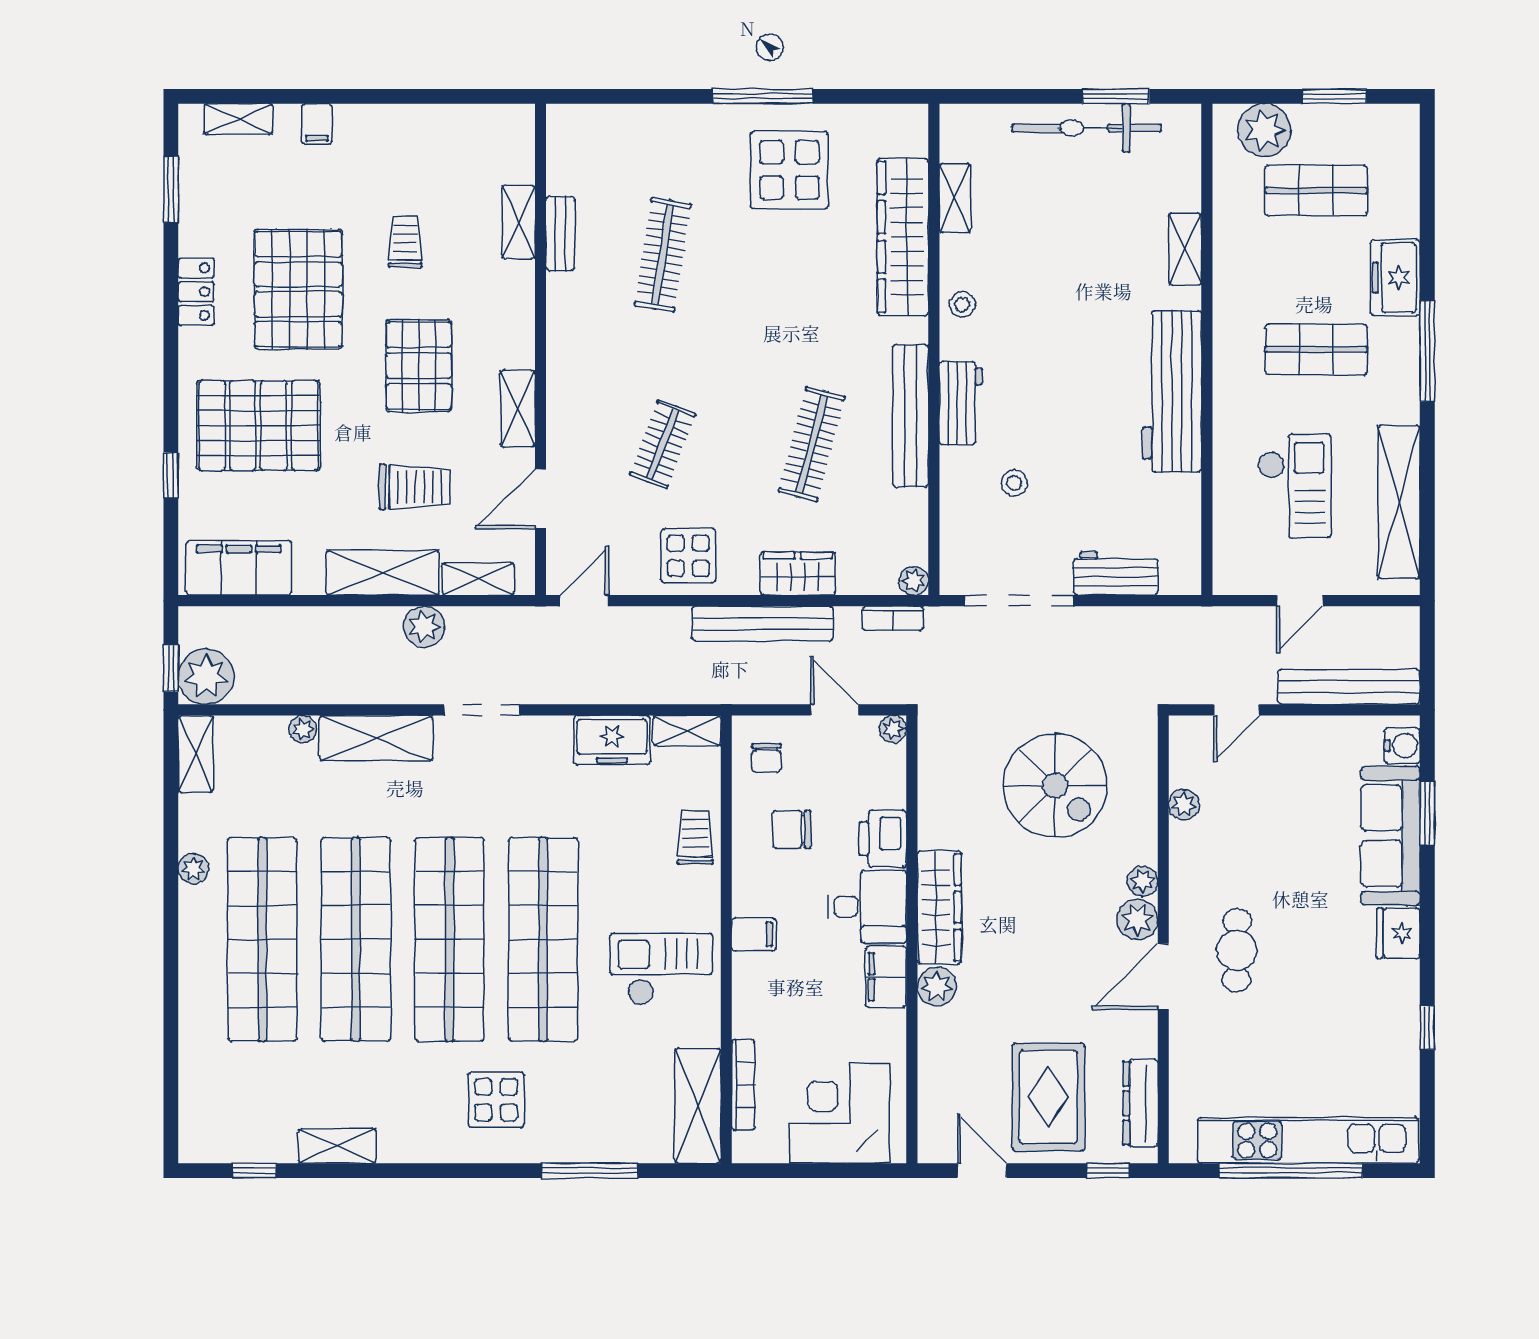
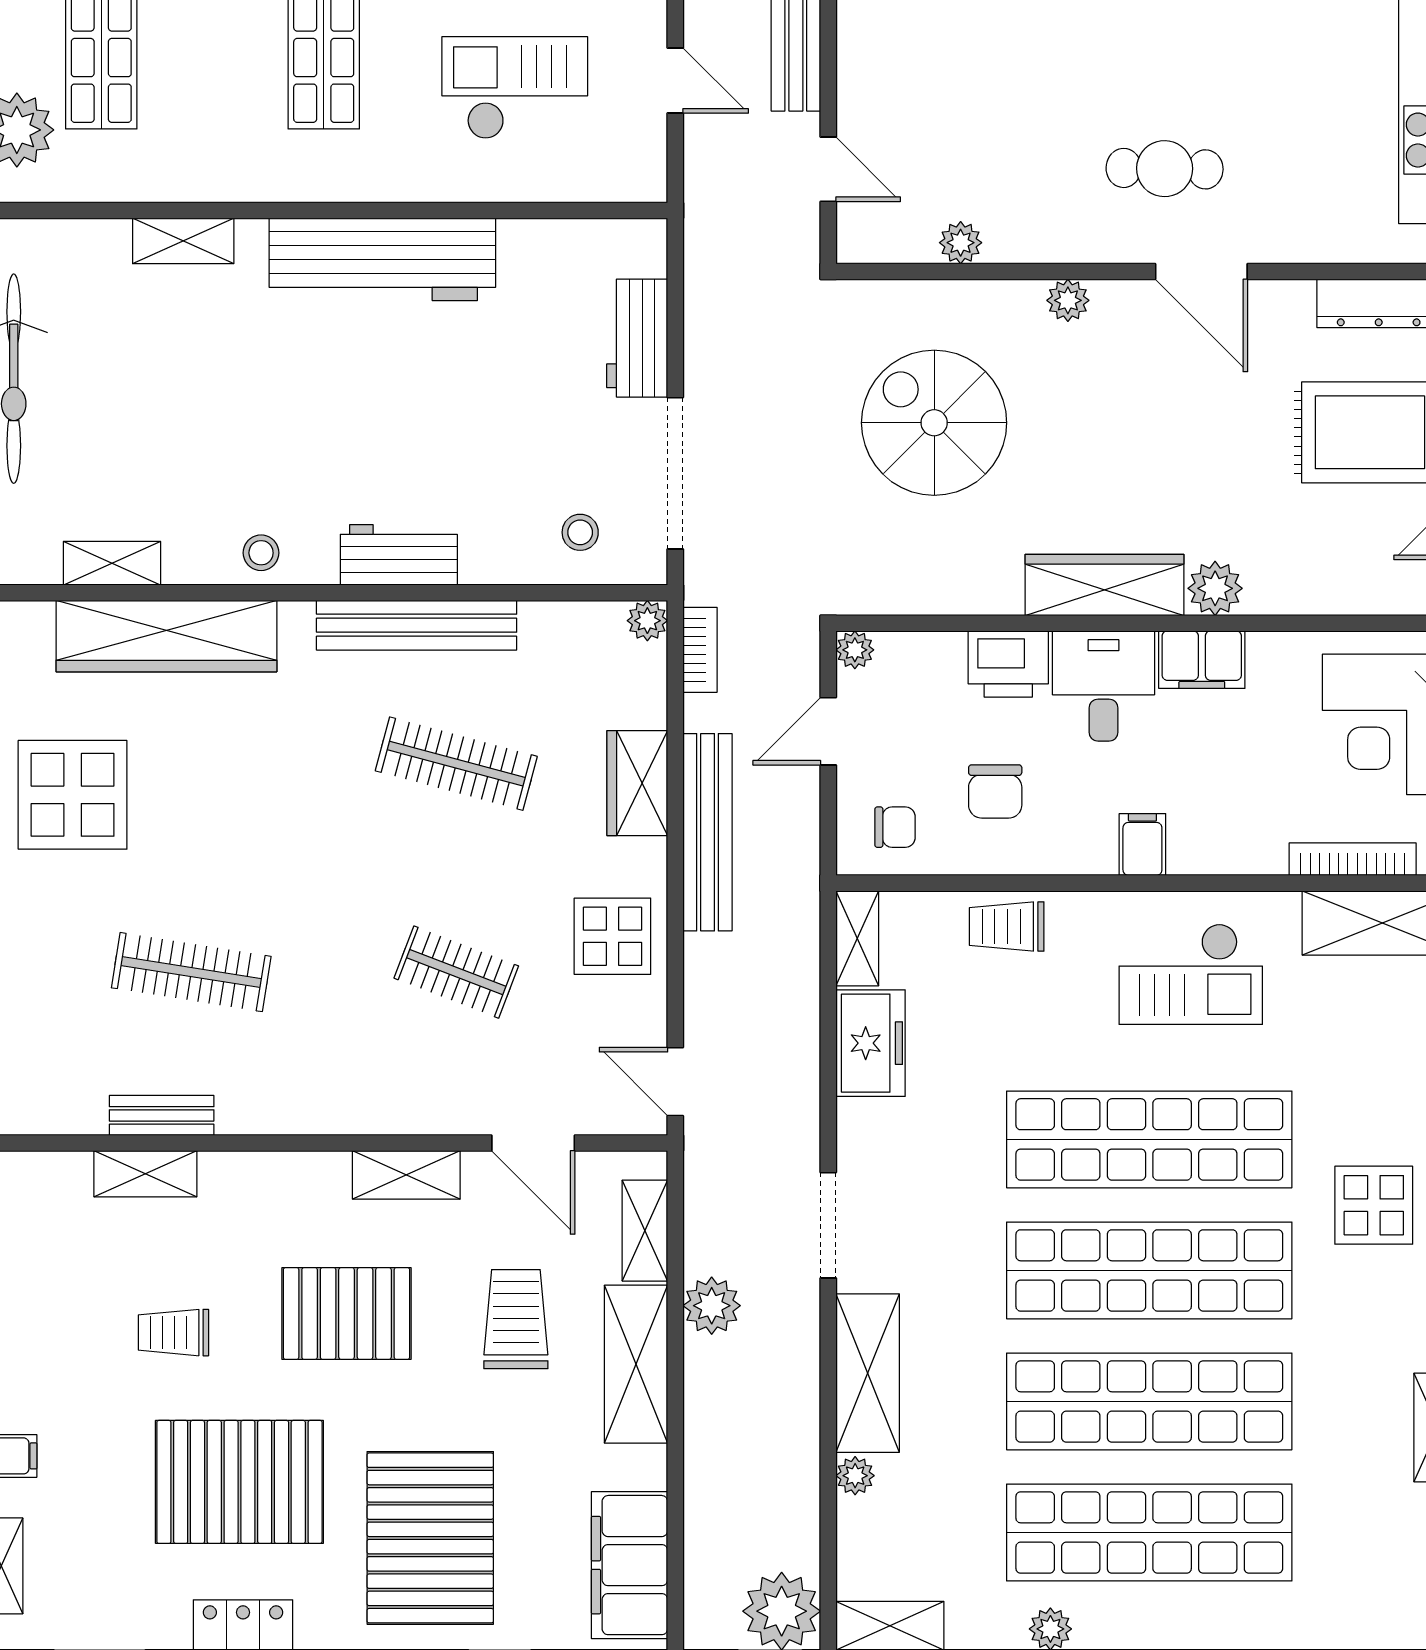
stool: (1014, 483) -> (580, 532), moved
spiral stairs: (1055, 786) -> (934, 423), turned -90
plant: (1137, 920) -> (1122, 308), removed
checkout: (661, 969) -> (1191, 974), turned -90

